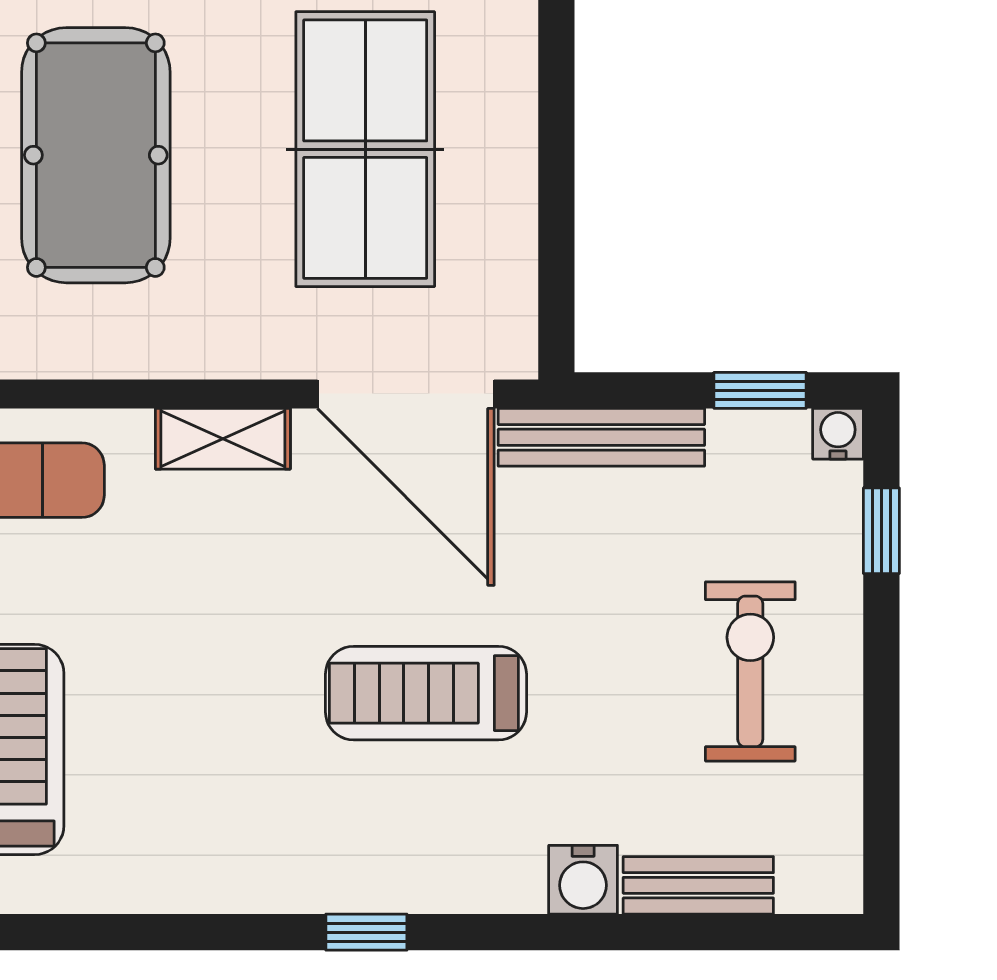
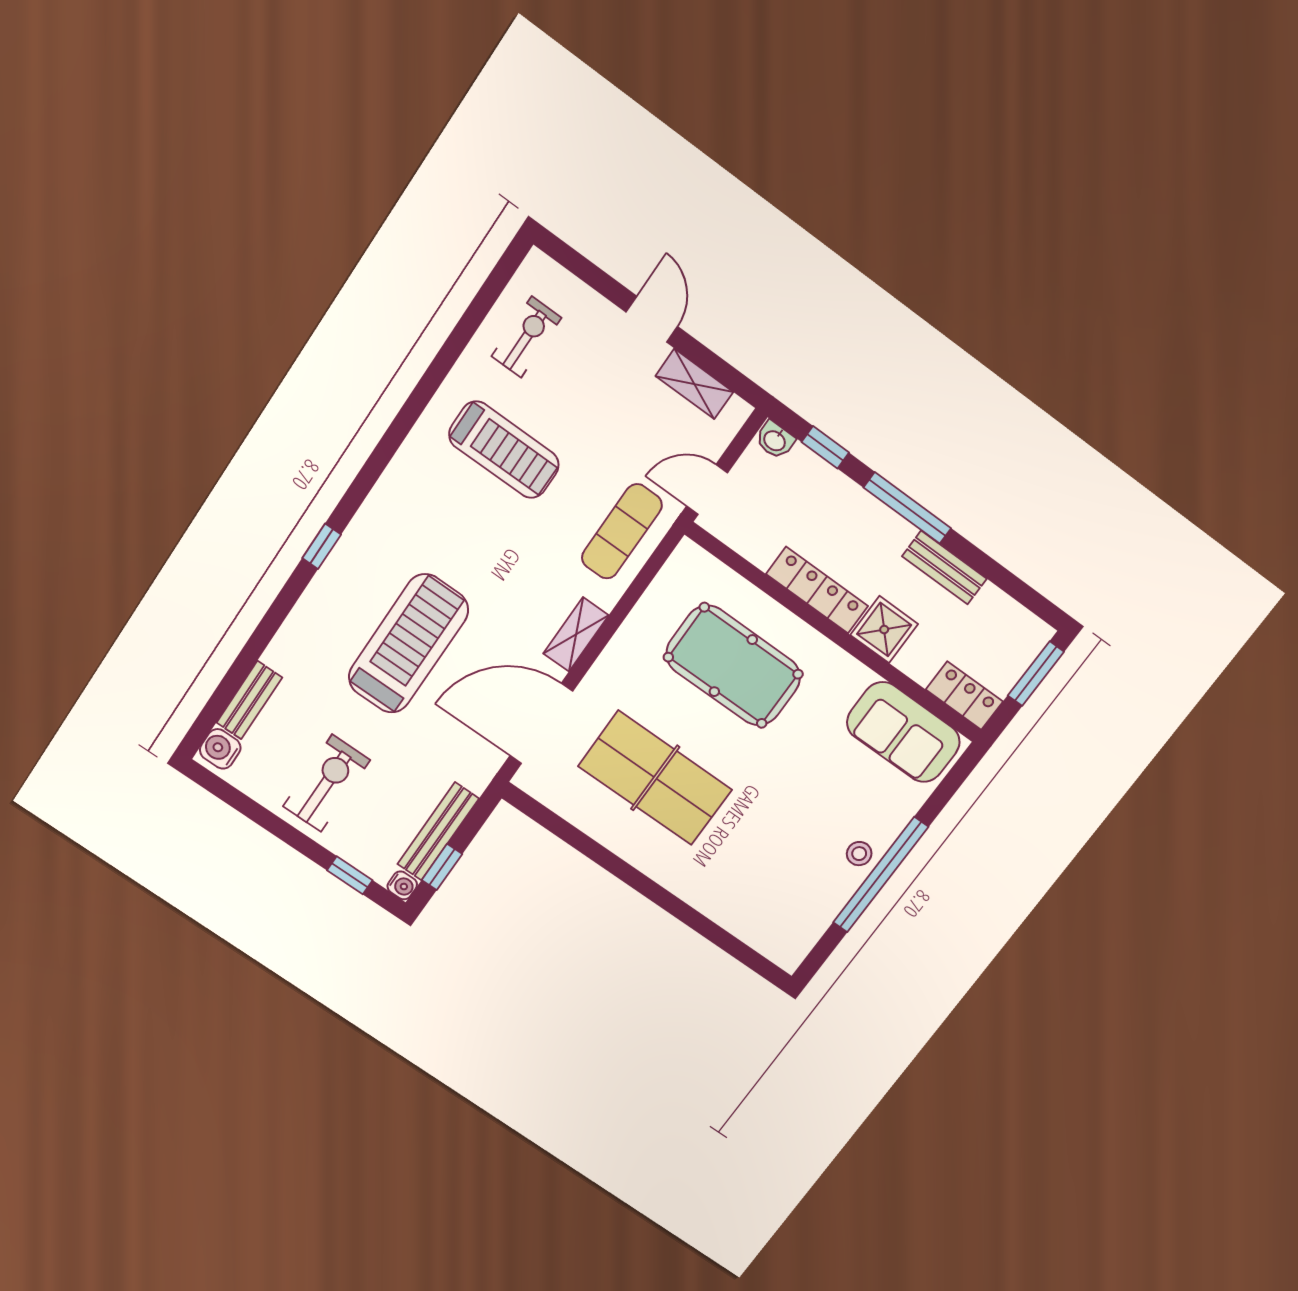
bench: (601, 437) -> (438, 831), moved
exercise bike: (750, 671) -> (327, 783), turned -90
treadmill: (426, 693) -> (408, 644), width x1.37, depth x1.38
water cooler: (583, 880) -> (220, 749), moved

